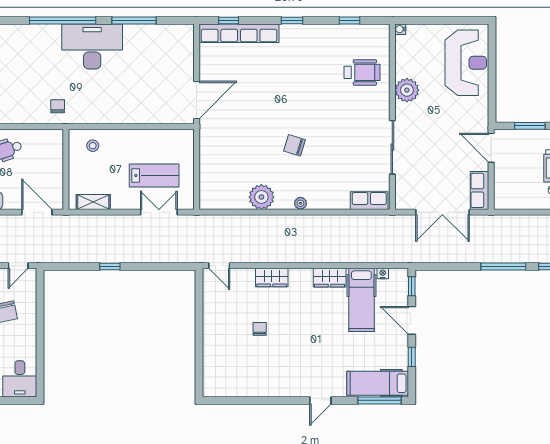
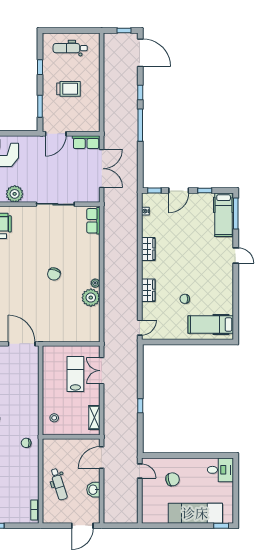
plant: (300, 203) -> (95, 283), moved
hospital bed: (361, 300) -> (211, 324), moved, turned 180

